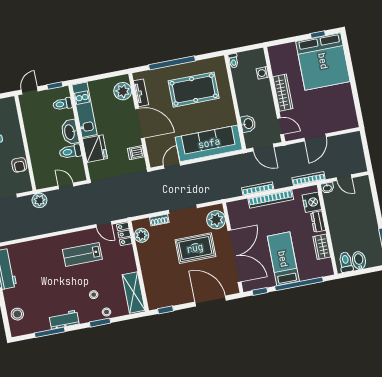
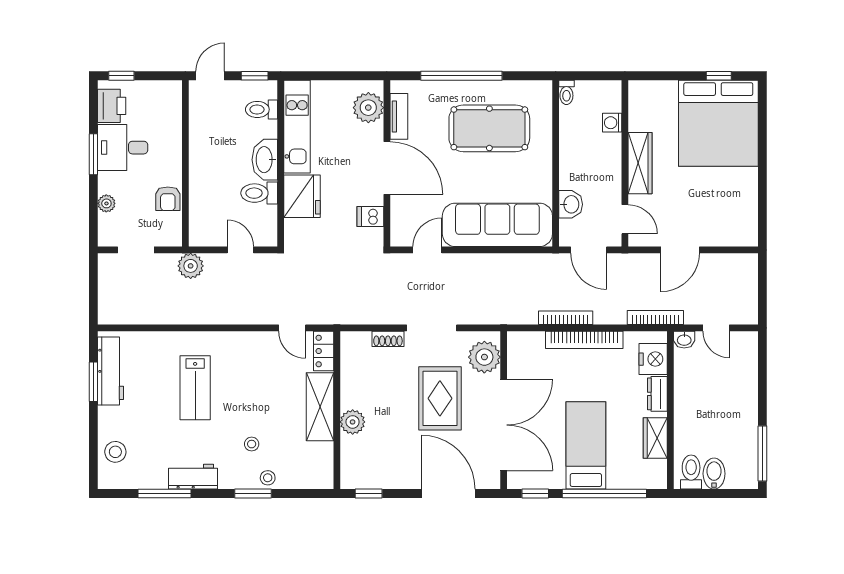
plant: (141, 235) -> (353, 422), moved
rug: (195, 248) -> (440, 398), turned 90
lab bench: (82, 254) -> (195, 388), moved, turned -90
shelving: (134, 292) -> (320, 407), moved

